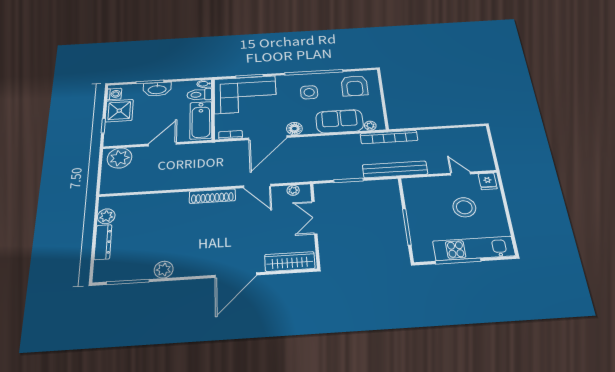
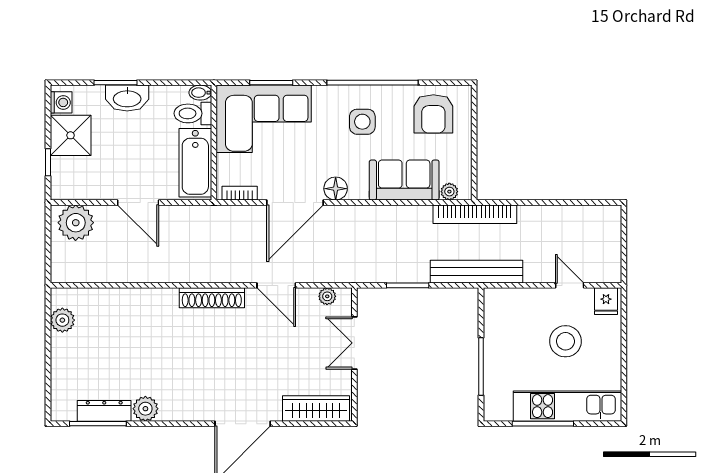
door: (162, 144) -> (138, 202), swing flipped
dresser: (103, 242) -> (104, 411), moved, turned -90

